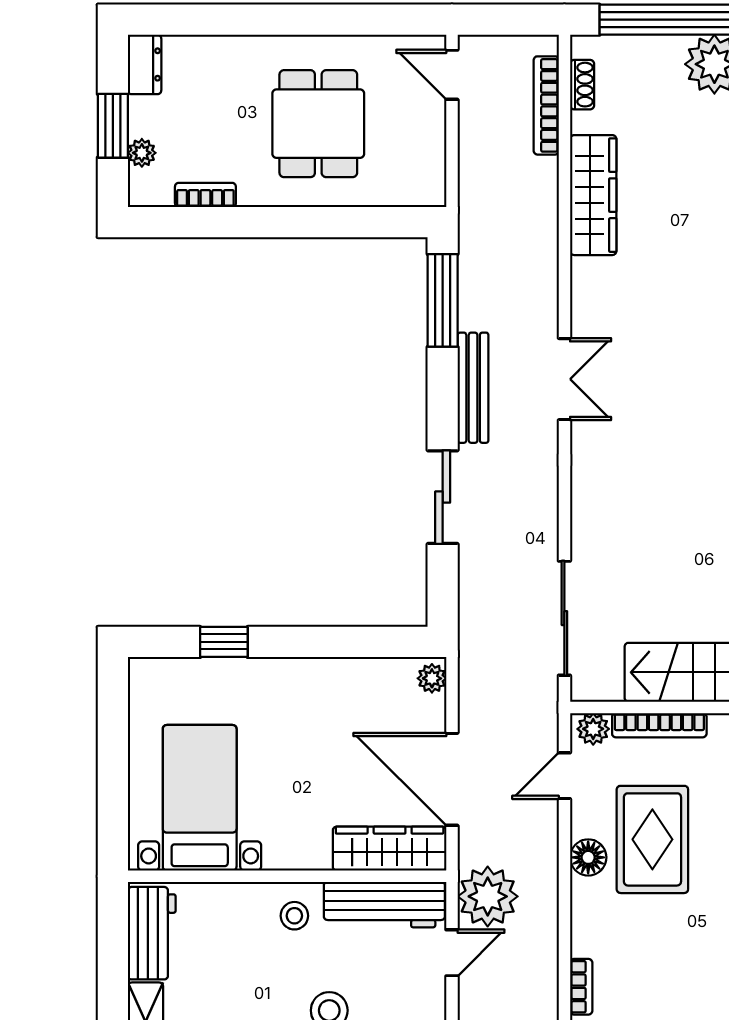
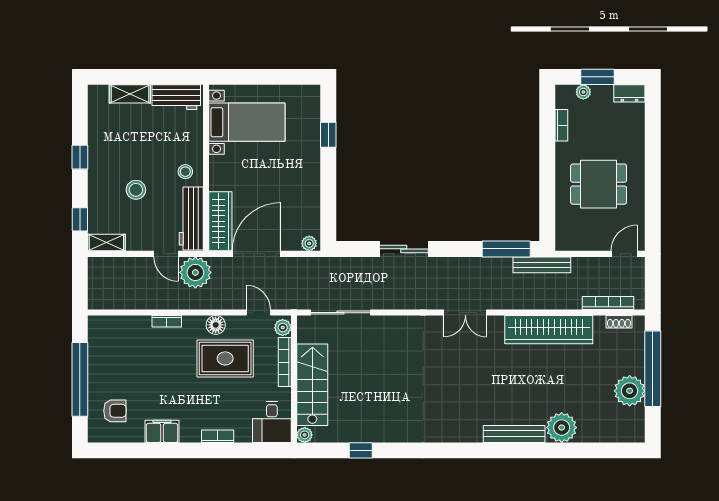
wardrobe: (593, 195) -> (549, 330), width x1.40, depth x1.17
bench: (473, 388) -> (542, 265), moved
bookcase: (581, 987) -> (167, 321), moved

